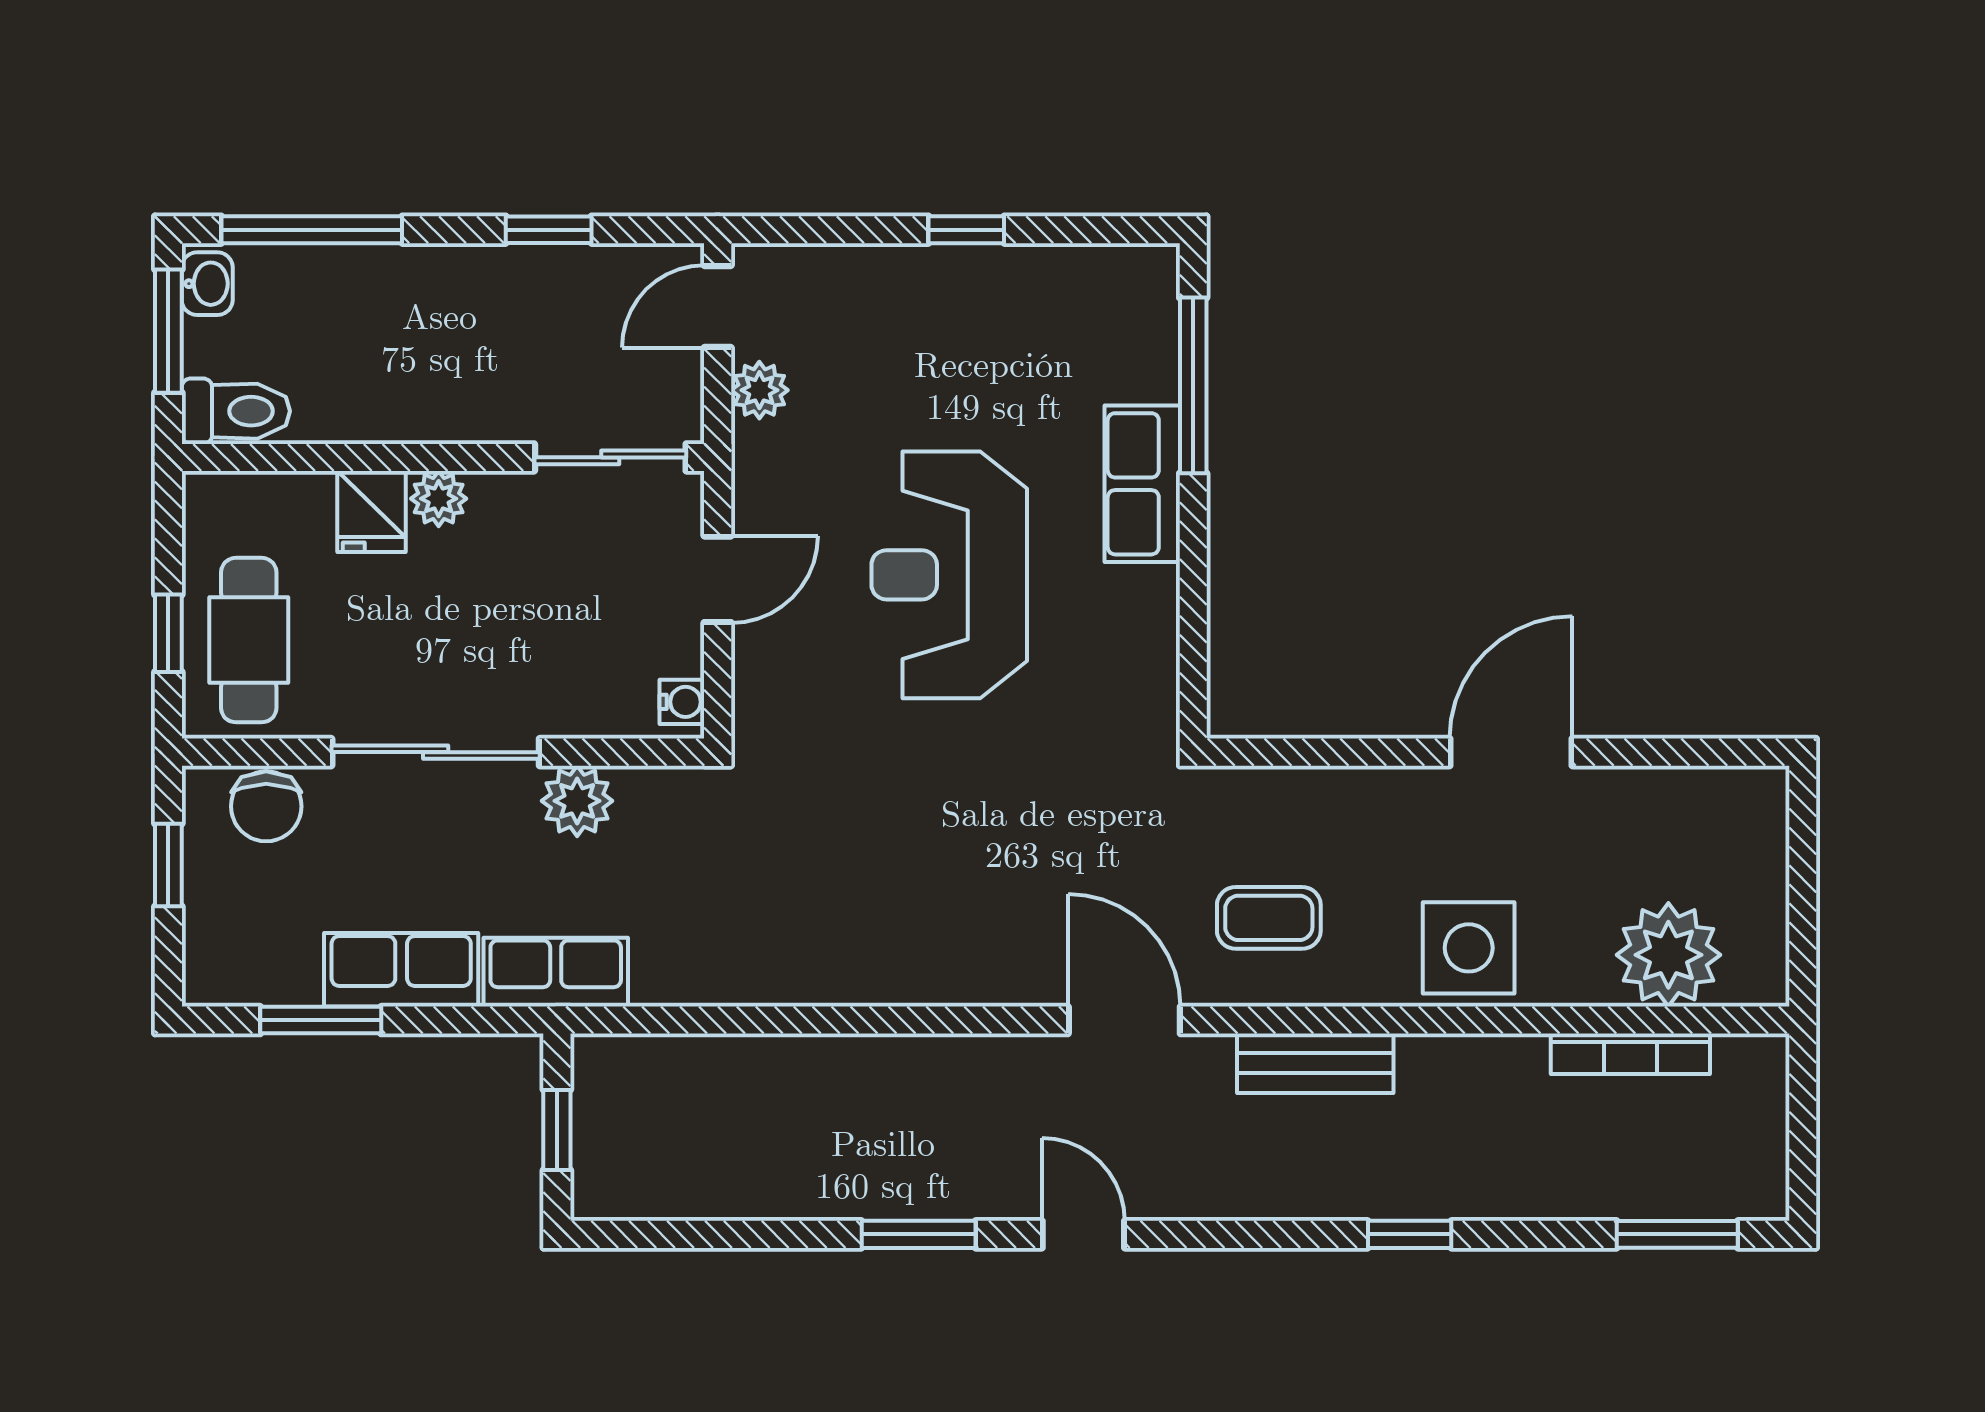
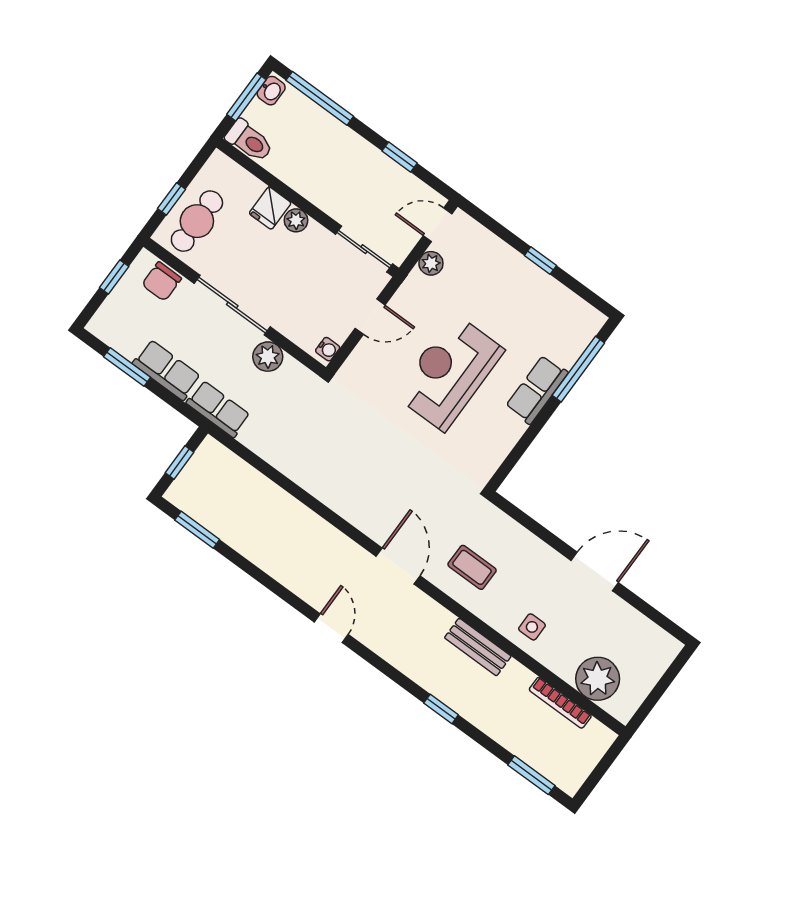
side table: (1469, 948) -> (532, 627), width x0.54, depth x0.54
bench: (1315, 1063) -> (478, 647), moved
window: (919, 1234) -> (197, 530), moved

